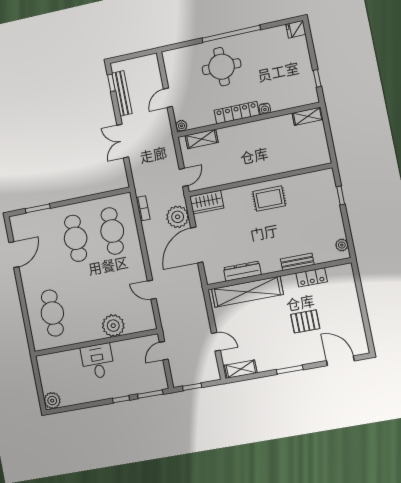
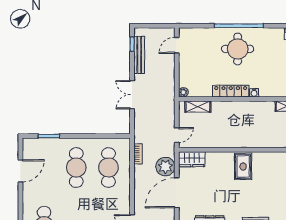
round table: (222, 67) -> (238, 49), moved
door: (168, 98) -> (177, 45), moved
rug: (269, 199) -> (243, 166), turned 90

